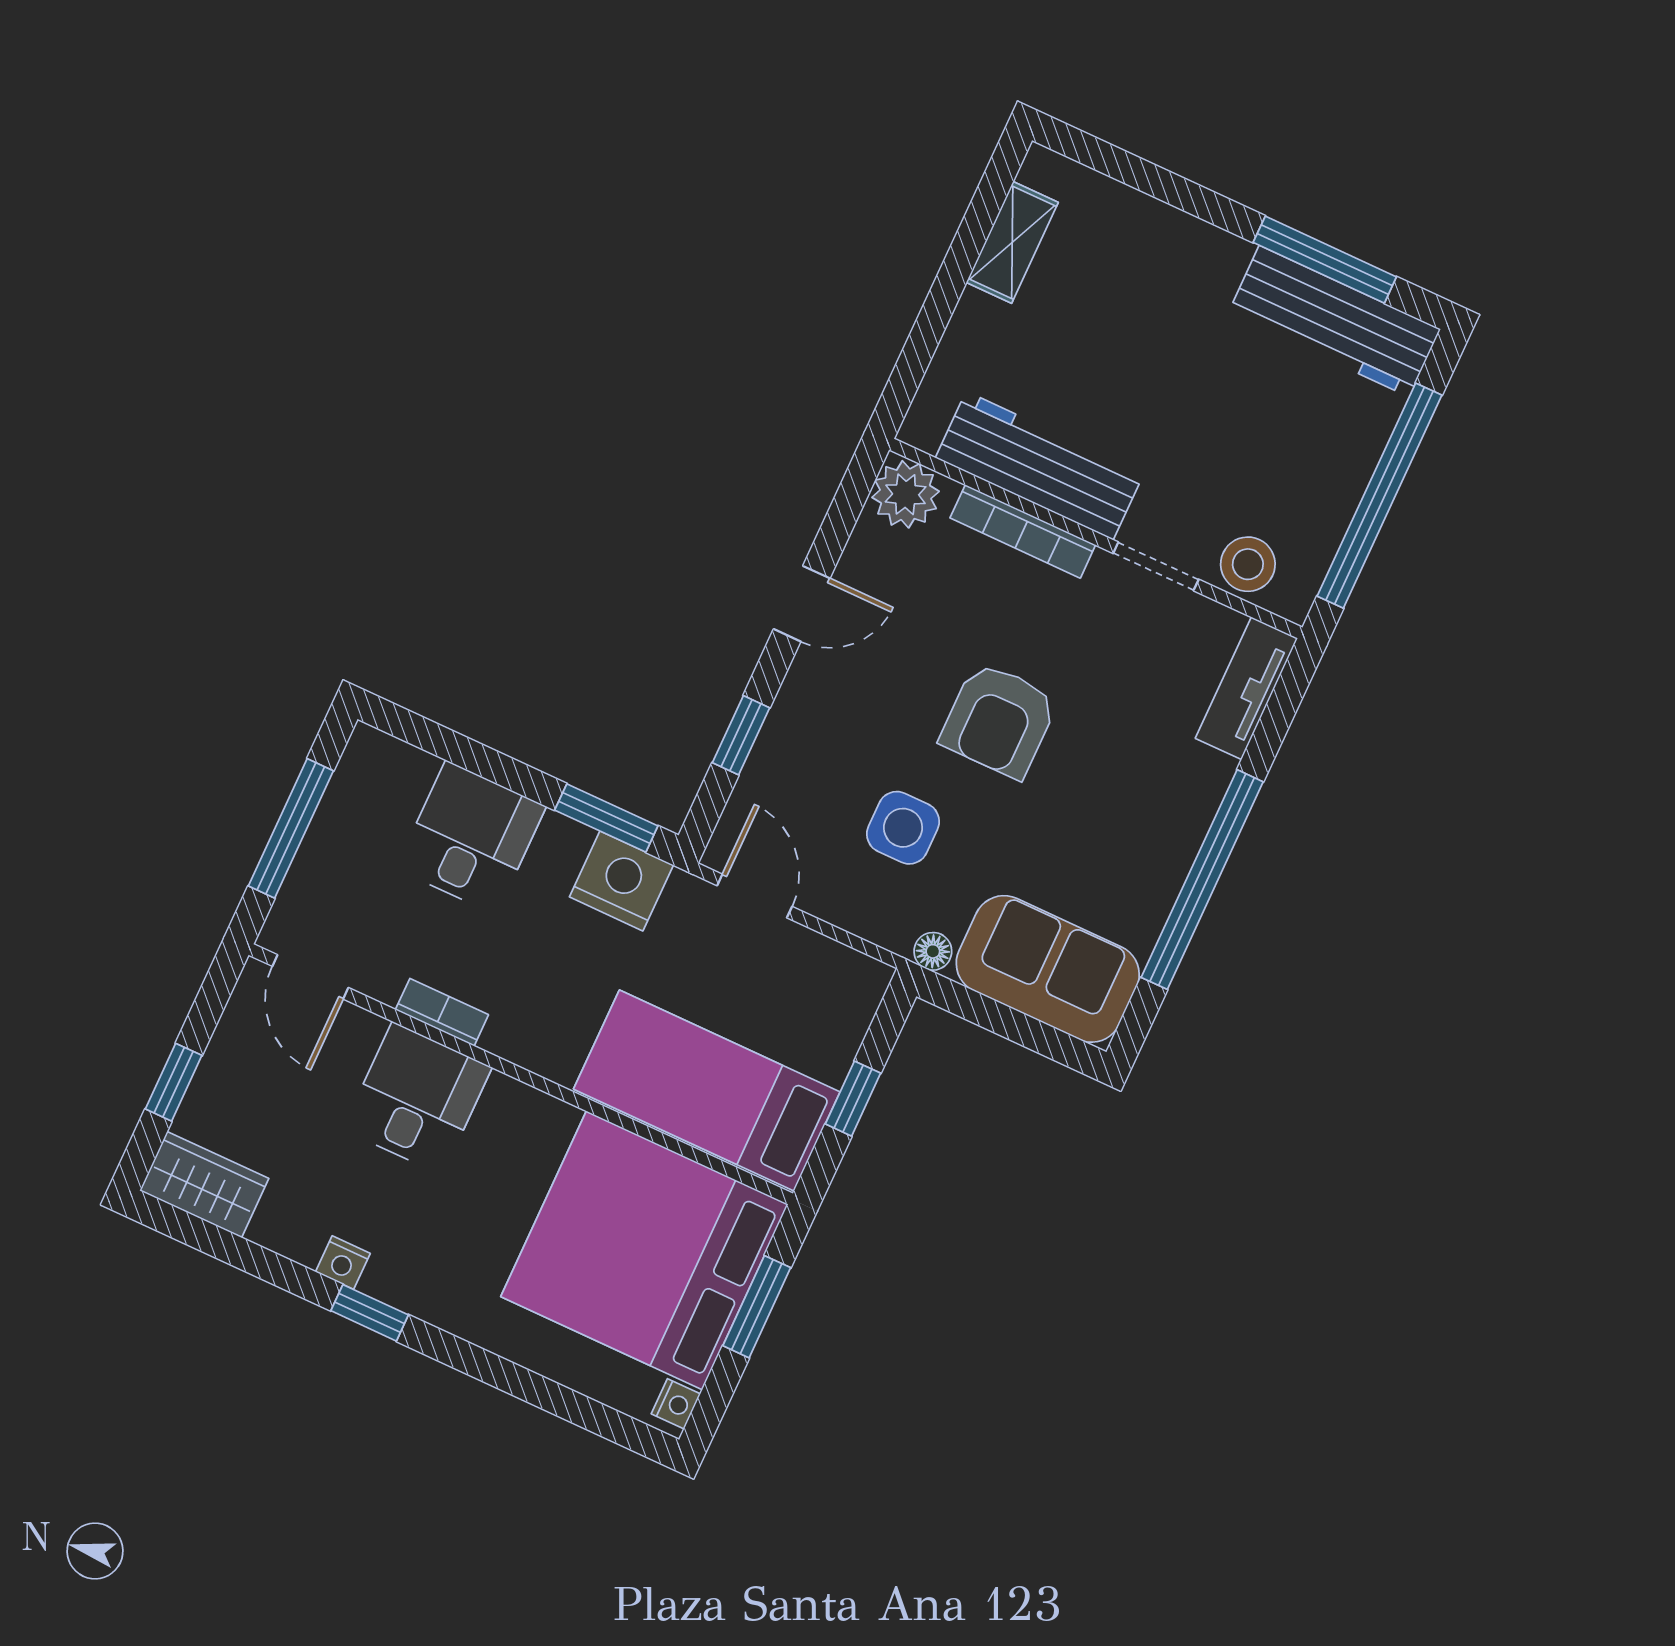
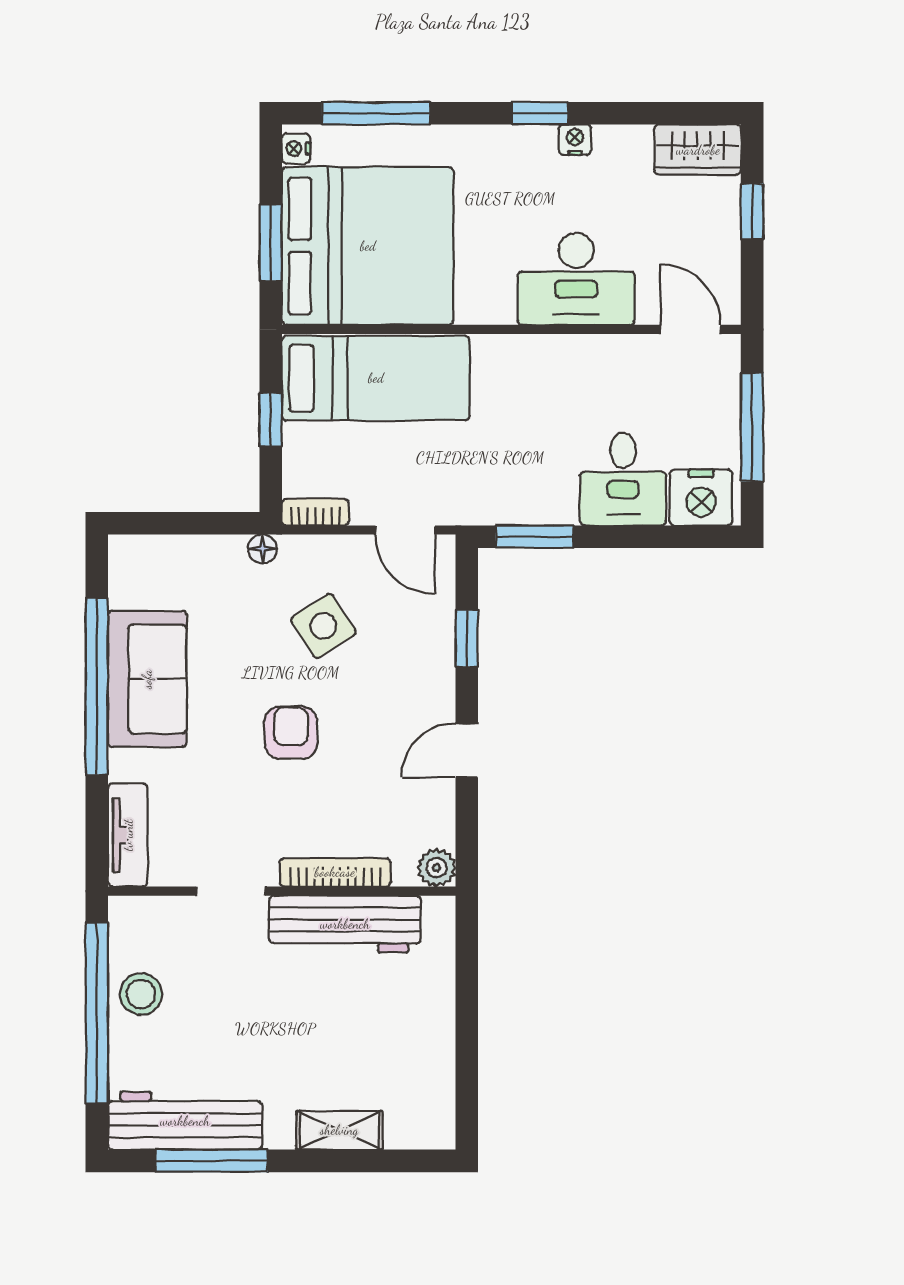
shelving: (1012, 242) -> (339, 1130), moved, turned 90
plant: (906, 494) -> (437, 868), width x0.73, depth x0.73
stool: (1248, 564) -> (141, 994), moved
armchair: (999, 720) -> (291, 733), width x0.72, depth x0.72
side table: (903, 828) -> (323, 626), turned -33
nightstand: (621, 881) -> (701, 497), moved
sofa: (1048, 969) -> (147, 679), moved, turned -90
bookcase: (442, 1012) -> (315, 512), moved, turned 180
desk: (417, 1098) -> (576, 279), width x1.37
window: (563, 1402) -> (376, 113), added

